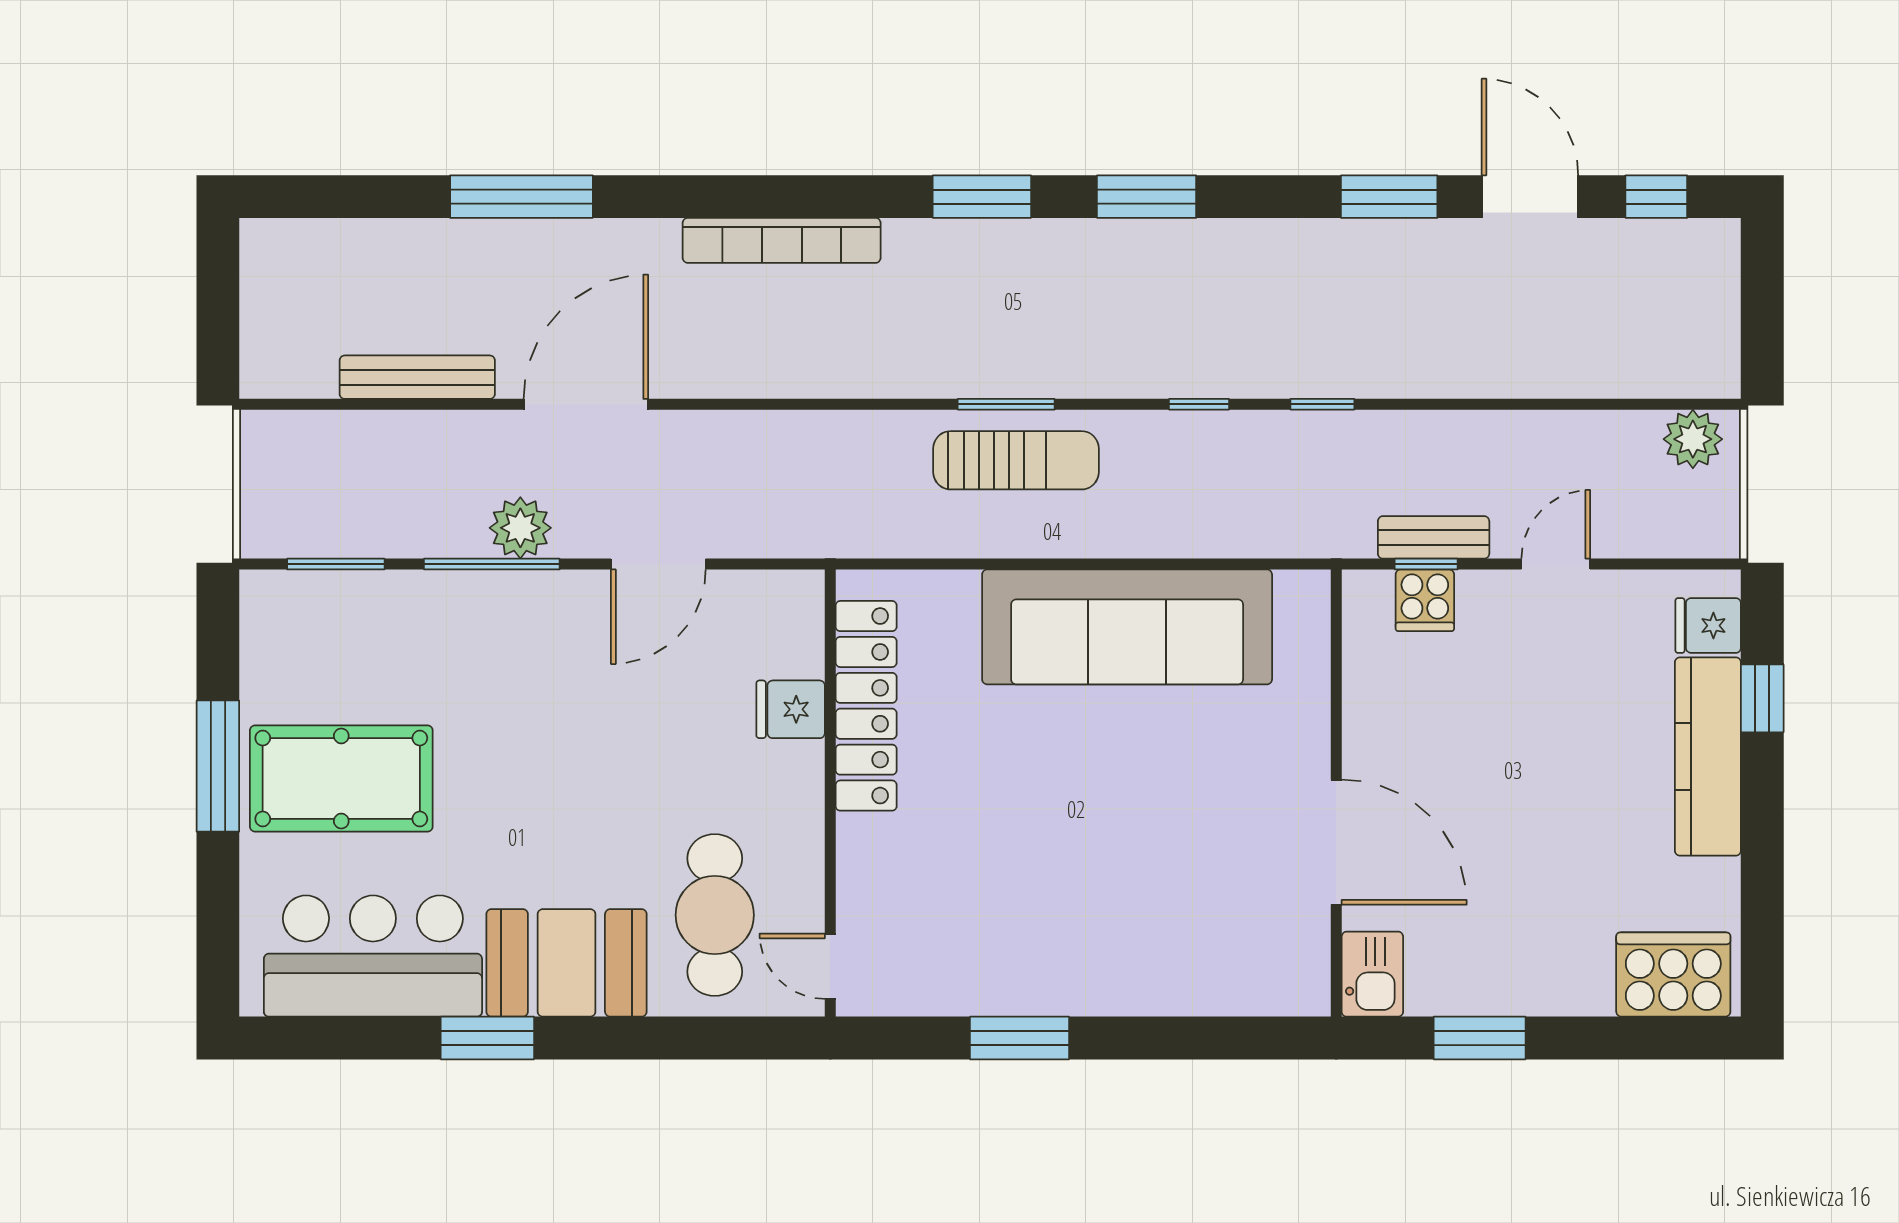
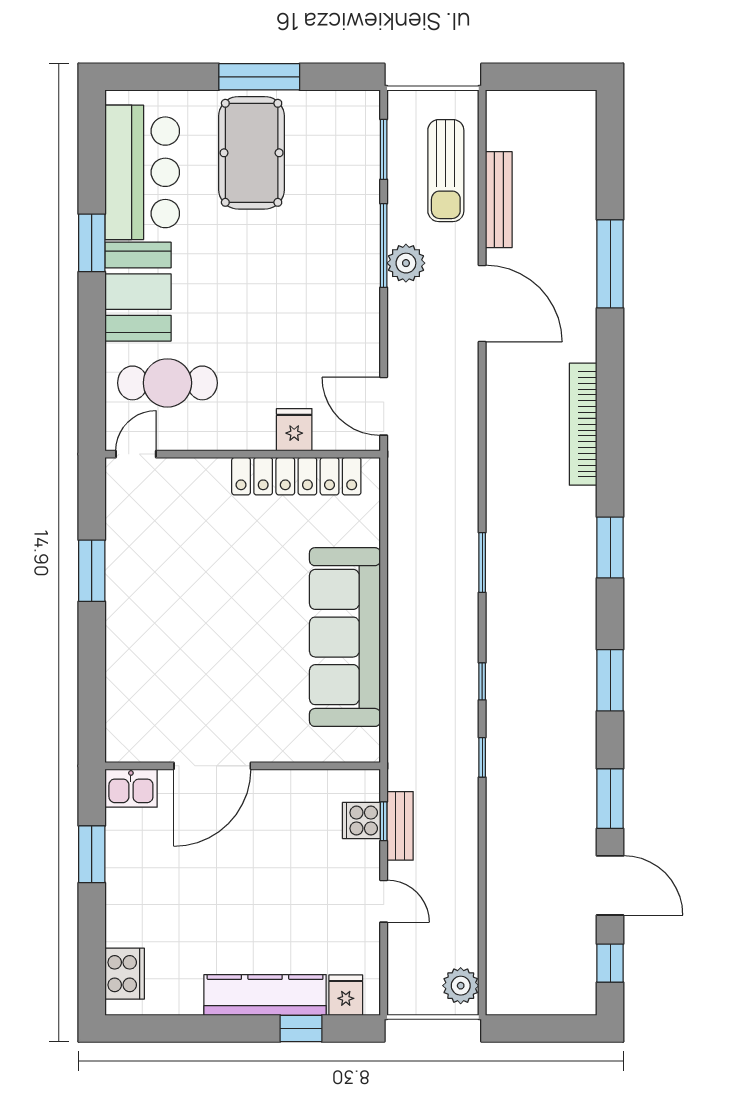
window: (1147, 197) -> (610, 680), moved
door: (1530, 197) -> (610, 885), hinge flipped
sun lounger: (1016, 460) -> (446, 171), moved
door: (658, 564) -> (384, 406), moved
cooker: (1673, 975) -> (125, 974), width x0.73, depth x0.76

